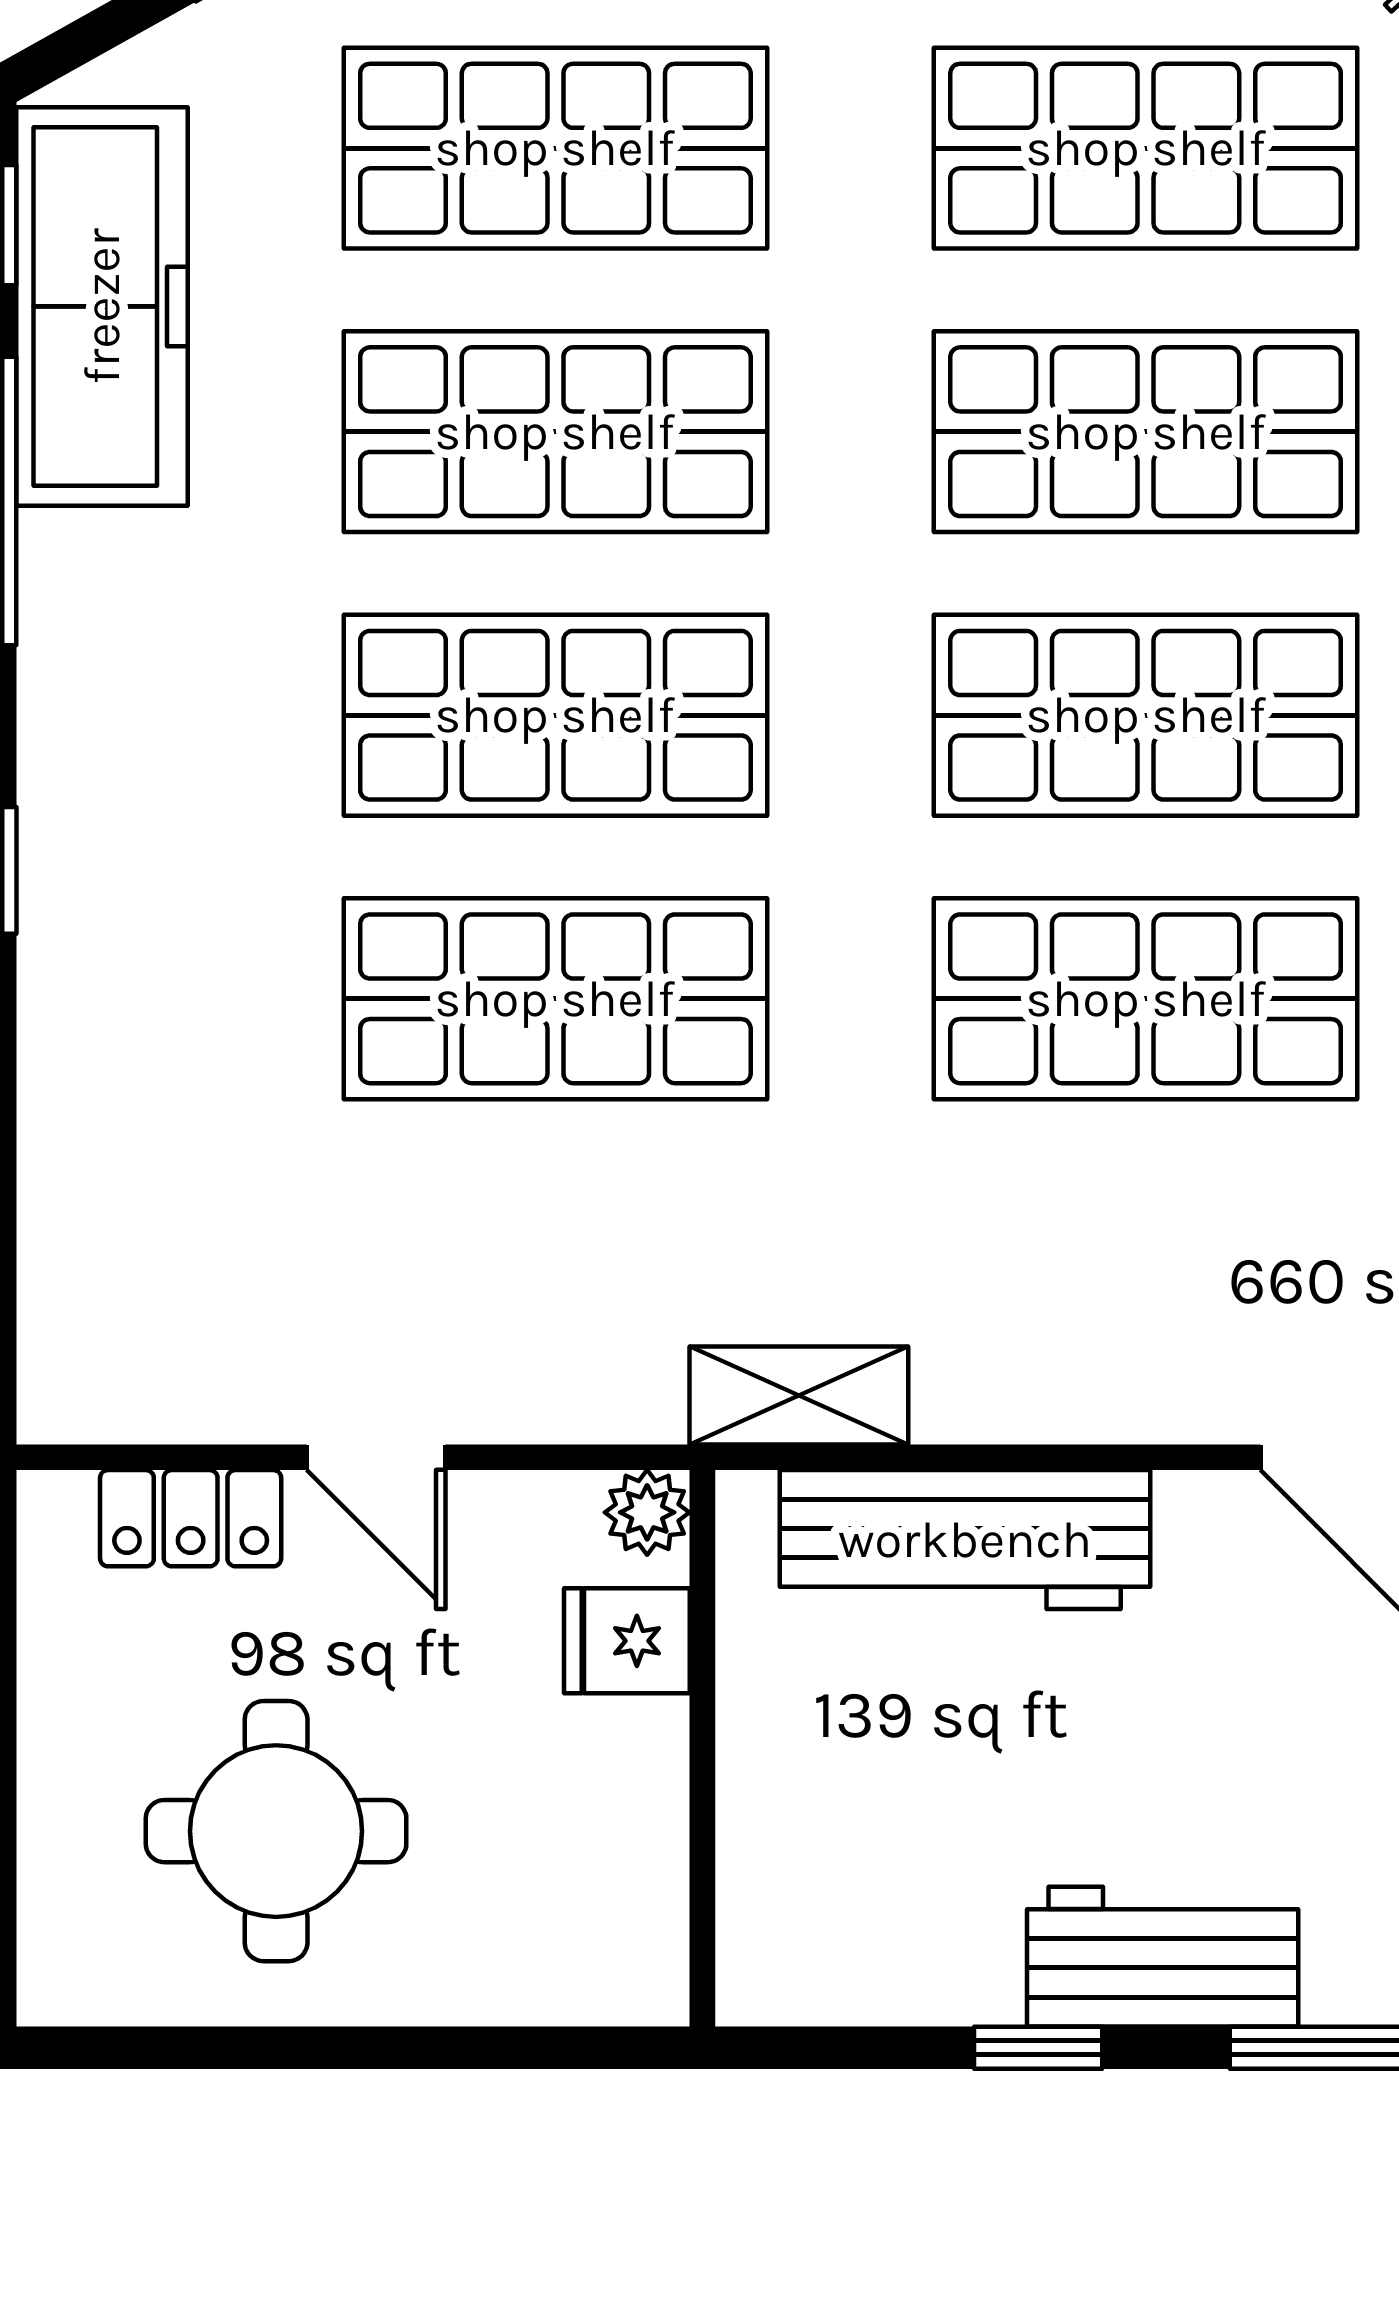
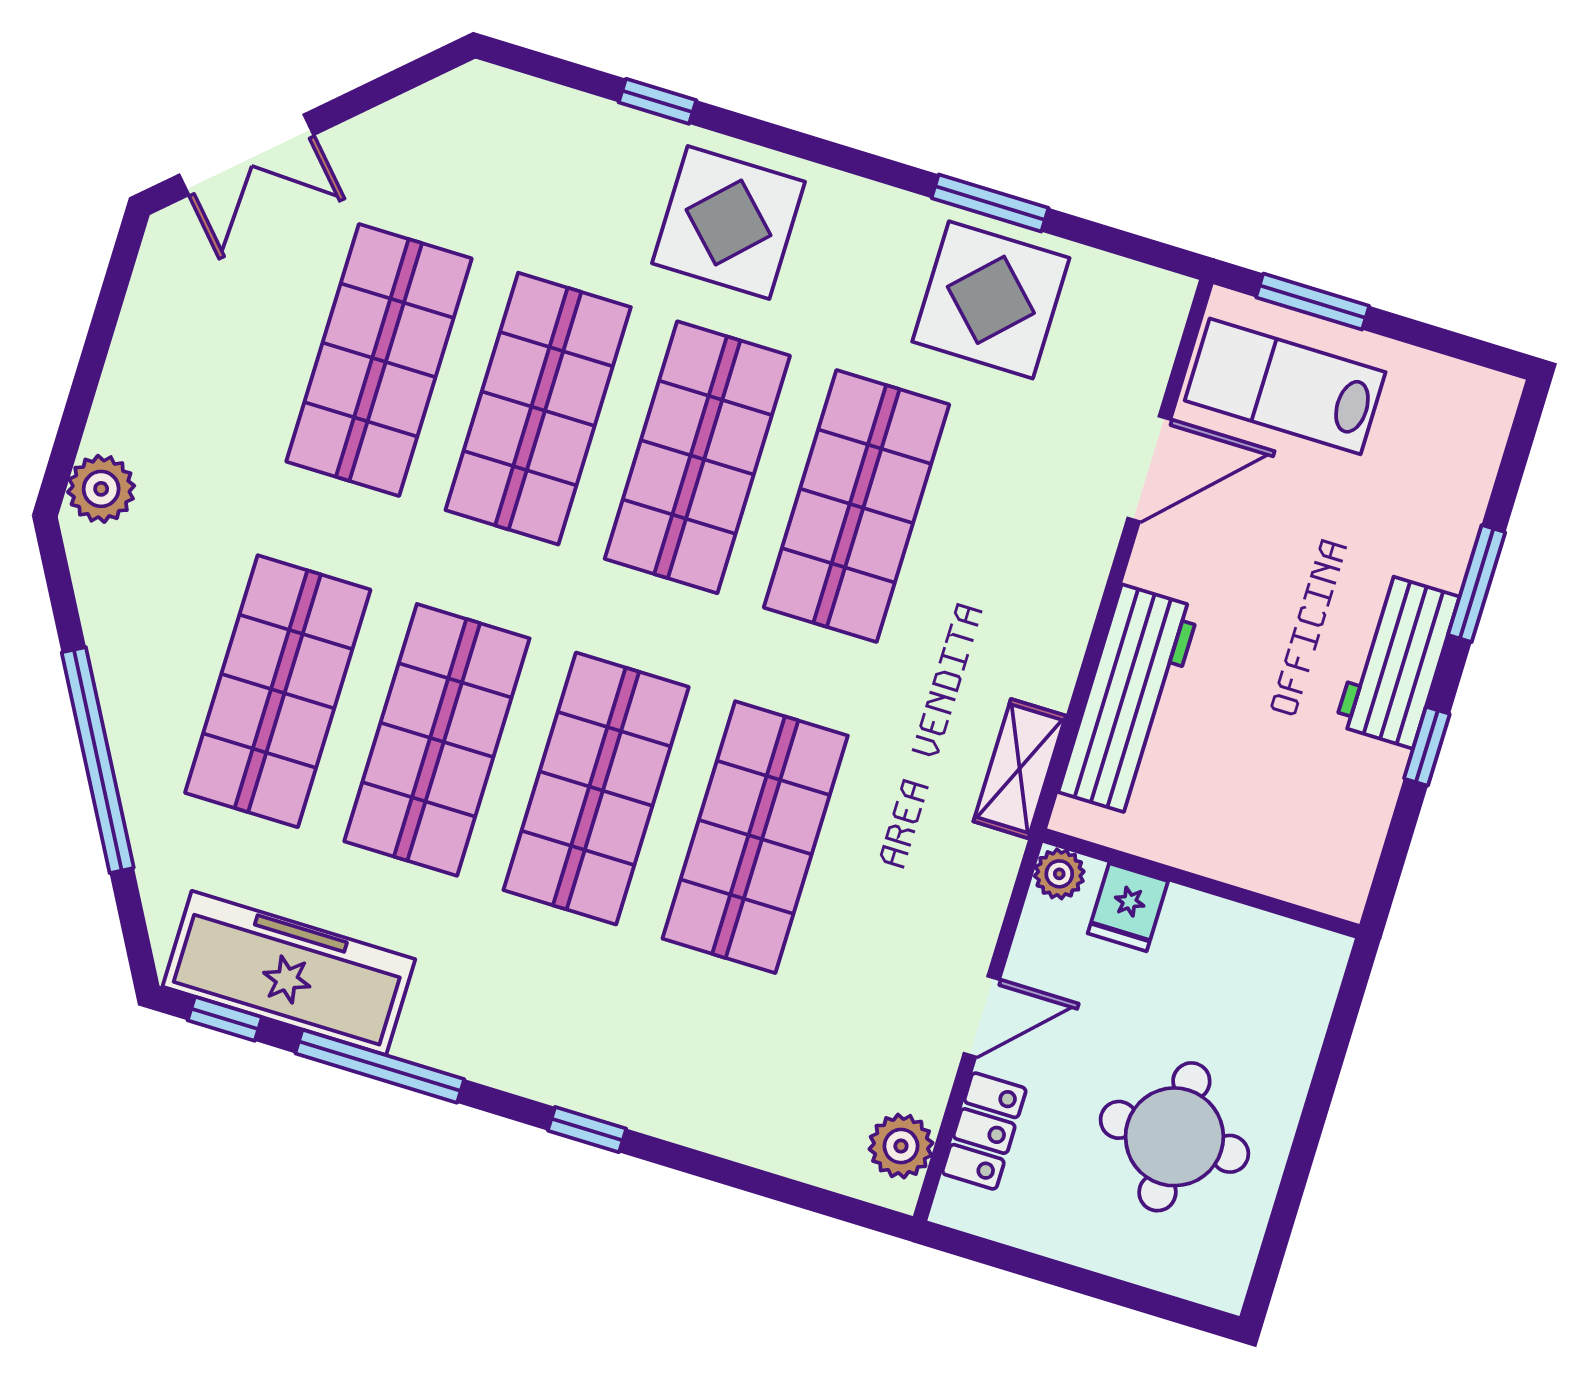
plant: (125, 1390) -> (901, 1146), added

